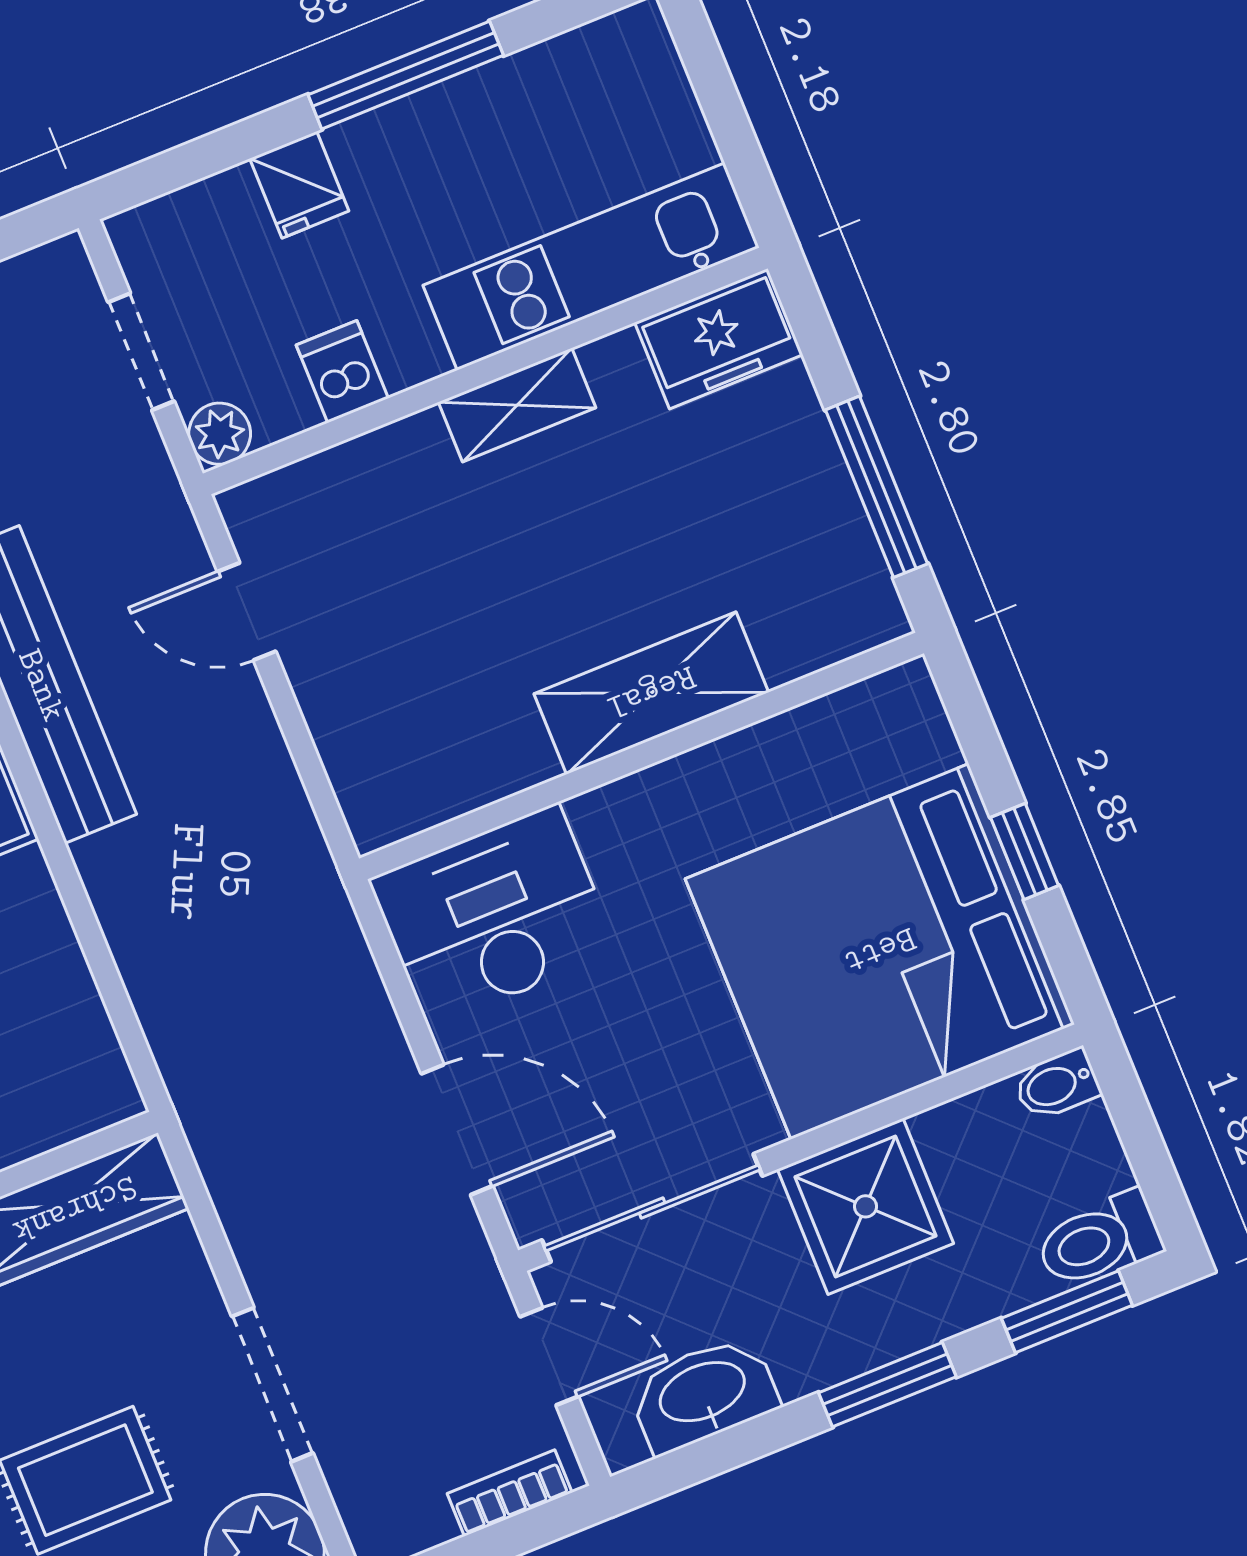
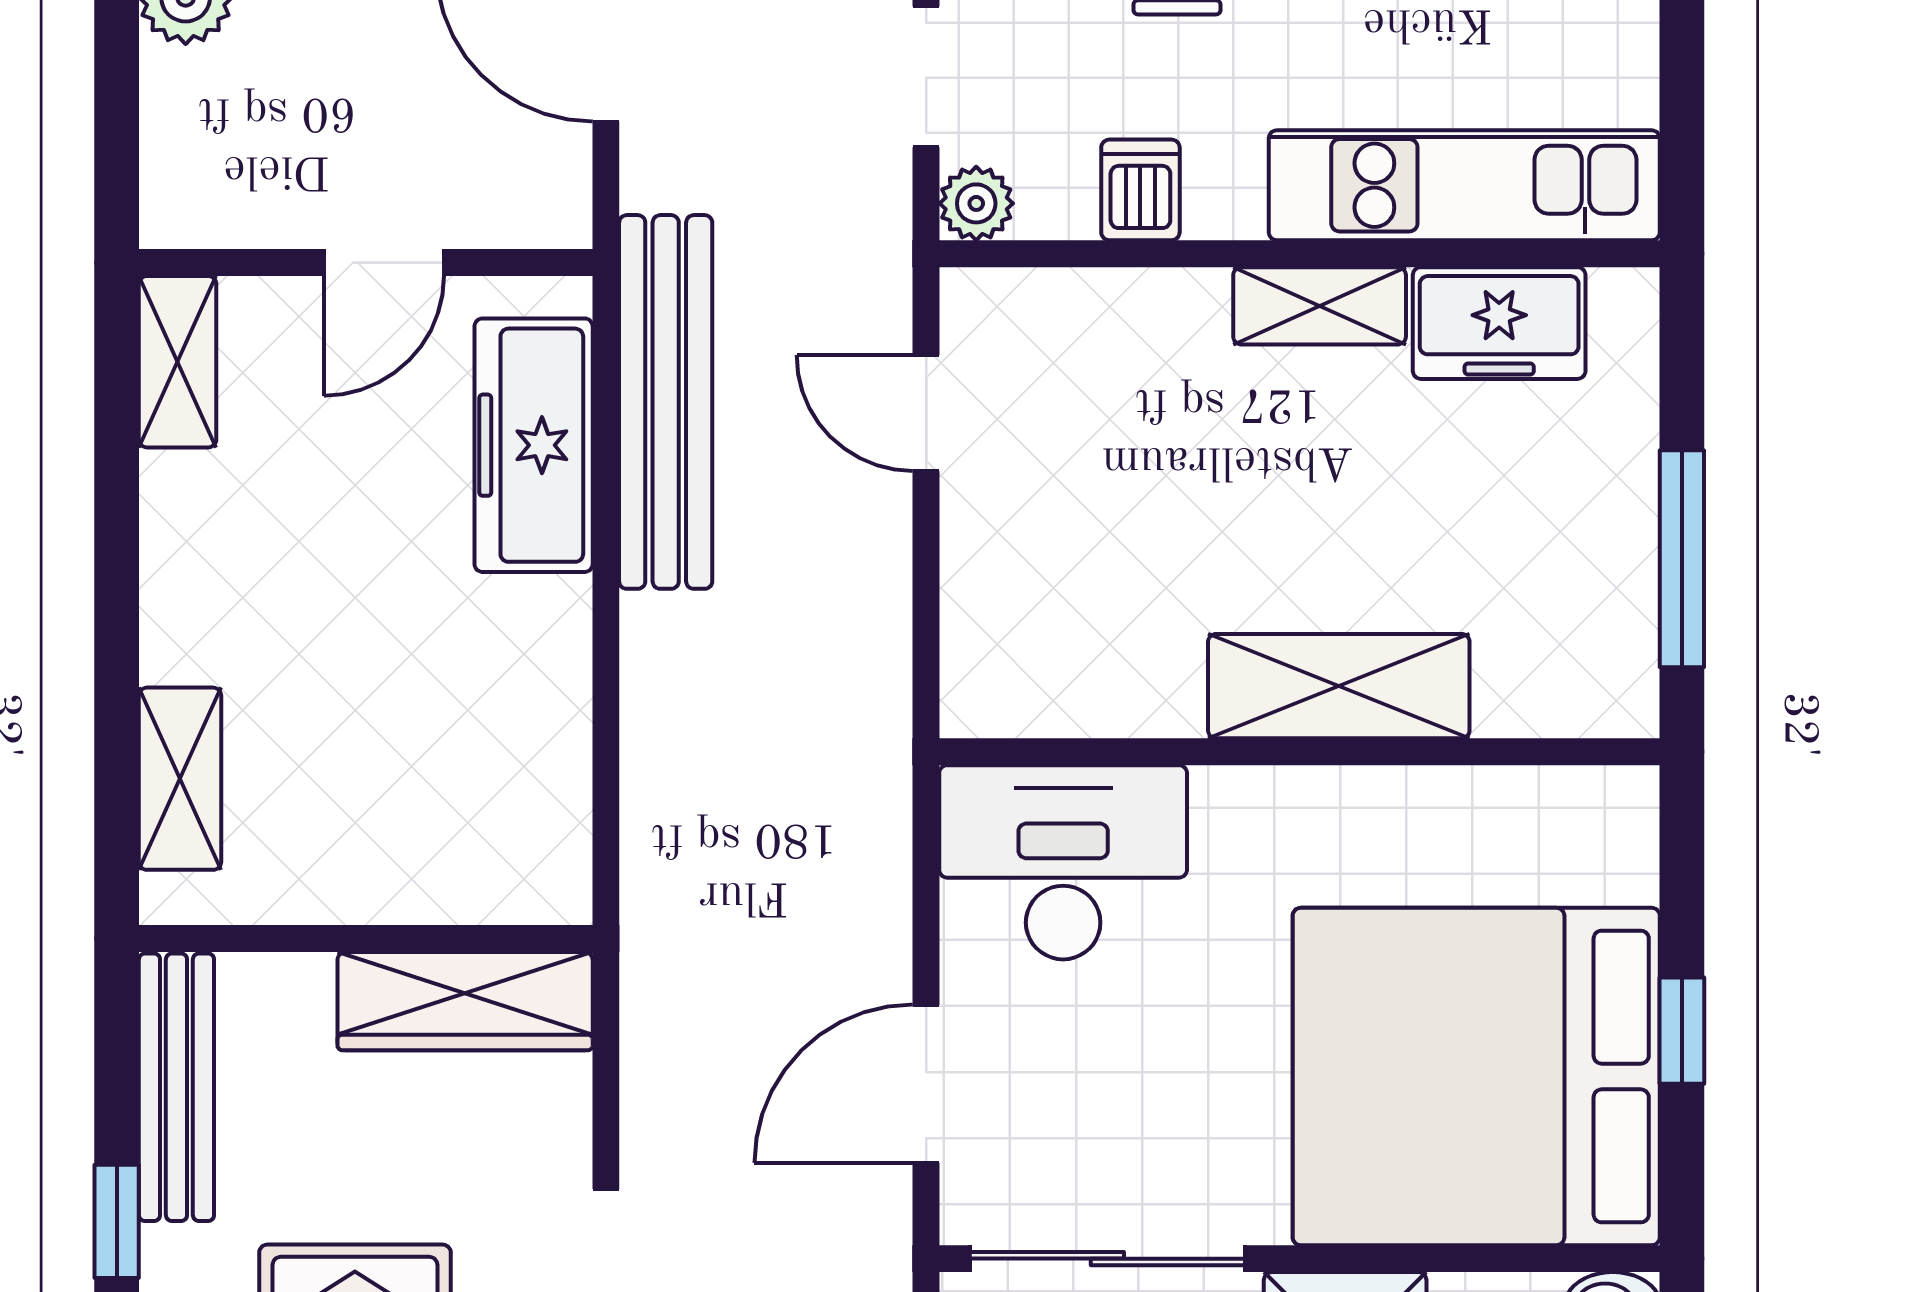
freezer: (719, 339) -> (1499, 323), moved
door: (457, 1130) -> (926, 1084), swing flipped

